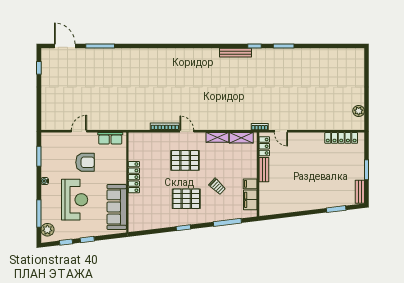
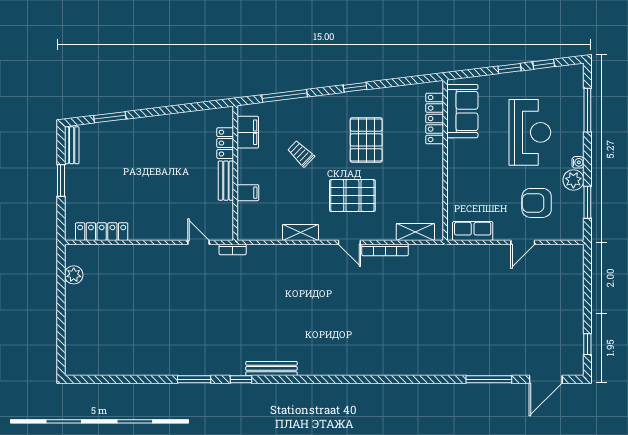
door: (65, 46) -> (546, 379), hinge flipped
shelving: (241, 138) -> (415, 232), moved
locker: (264, 146) -> (225, 143), moved
armchair: (85, 162) -> (537, 203), moved
locker: (134, 177) -> (435, 119), moved
filing cabinet: (250, 184) -> (248, 193), moved
pallet: (186, 199) -> (366, 140), moved, turned 90
reception desk: (75, 200) -> (530, 132), turned 180
sofa: (117, 207) -> (462, 111), width x0.73
plant: (47, 230) -> (573, 180), moved

